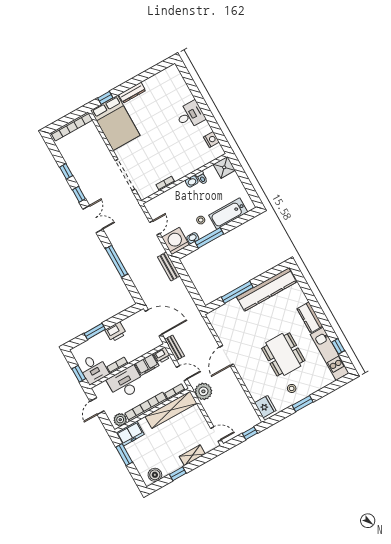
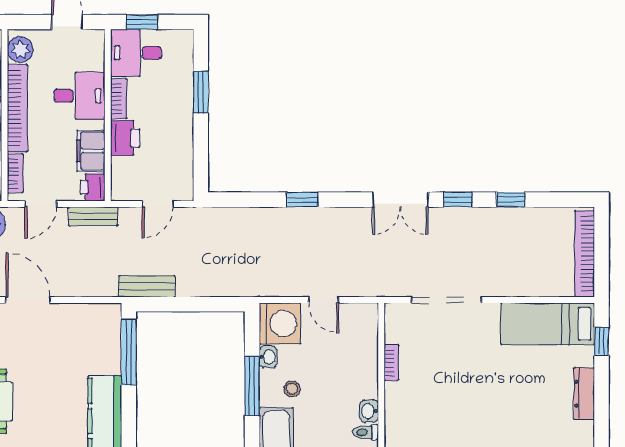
bed: (115, 123) -> (548, 324), width x0.67
window: (117, 261) -> (302, 200), width x0.46
bench: (169, 267) -> (147, 286), moved
window: (237, 292) -> (129, 352), moved
door: (154, 323) -> (158, 204), width x0.53
printer: (116, 332) -> (125, 138), moved, turned 180
desk: (126, 383) -> (79, 96), width x0.73

